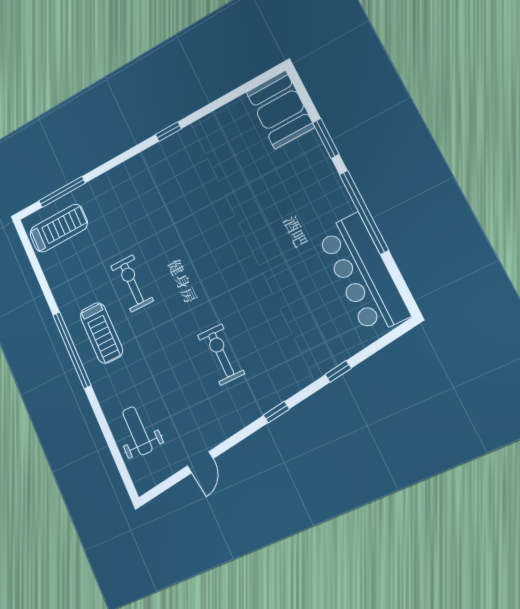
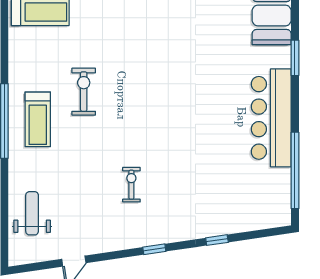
window: (364, 212) -> (295, 170), moved
bar counter: (363, 274) -> (271, 118), moved
exercise bike: (221, 355) -> (131, 185), width x0.73, depth x0.72

